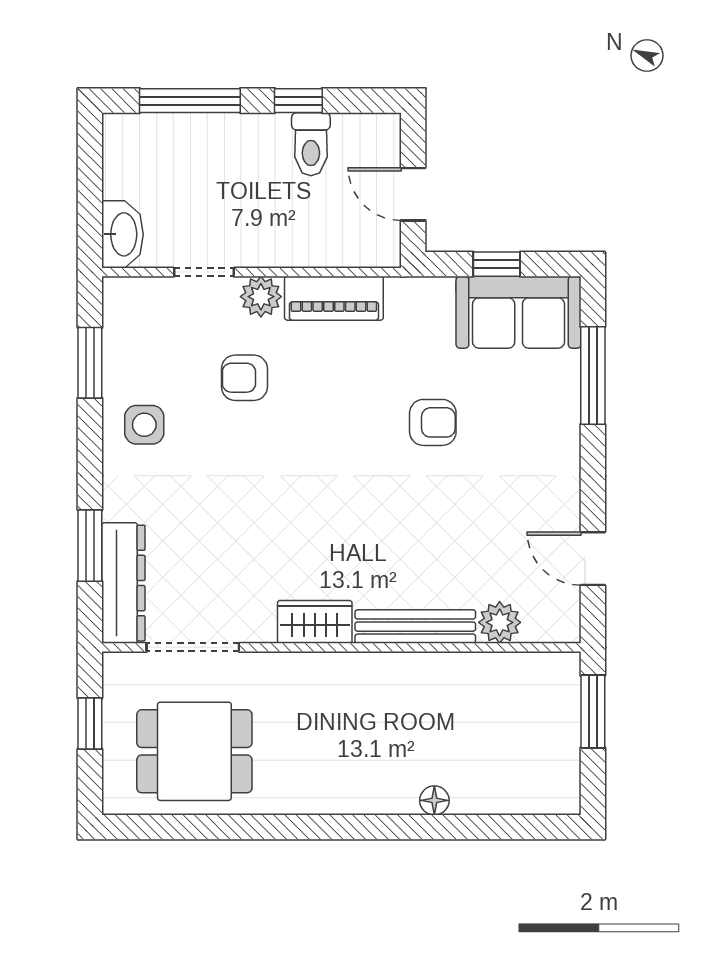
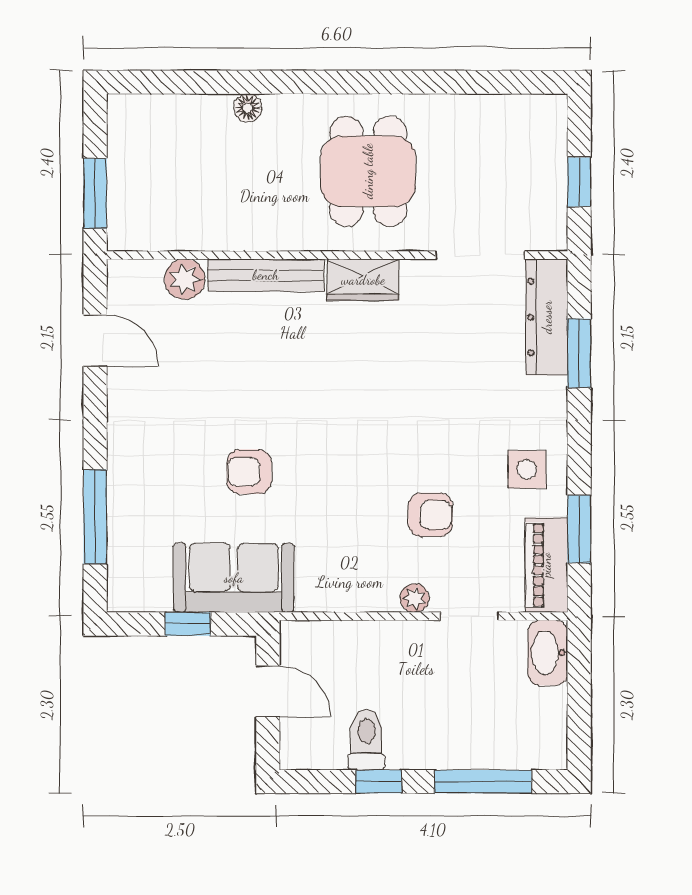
plant: (261, 297) -> (415, 598), width x0.73, depth x0.73
piano: (334, 298) -> (546, 565), moved, turned -90
sofa: (519, 312) -> (234, 578), moved
dining table: (194, 751) -> (368, 171), moved, turned 90

